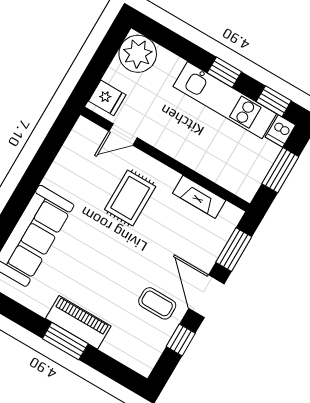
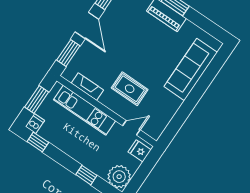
window: (224, 72) -> (86, 175), moved
kitchen unit: (225, 100) -> (85, 110), moved, turned 180
rug: (130, 198) -> (130, 89), turned 90
coffee table: (157, 303) -> (117, 23), removed

